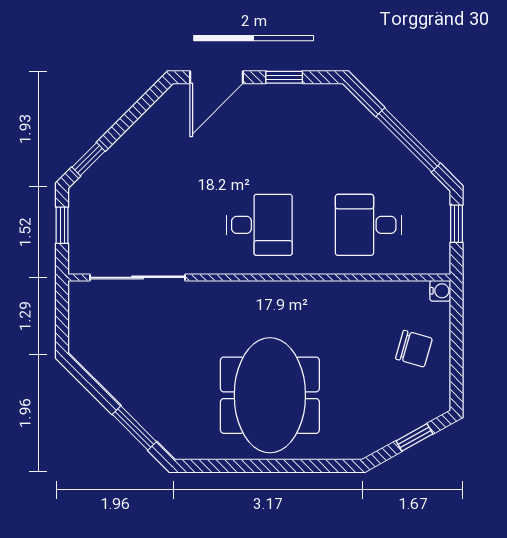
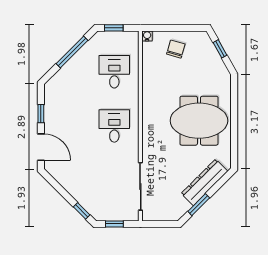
desk: (368, 225) -> (114, 72), turned 180
dresser: (146, 406) -> (204, 182), added
window: (134, 428) -> (199, 205), moved

